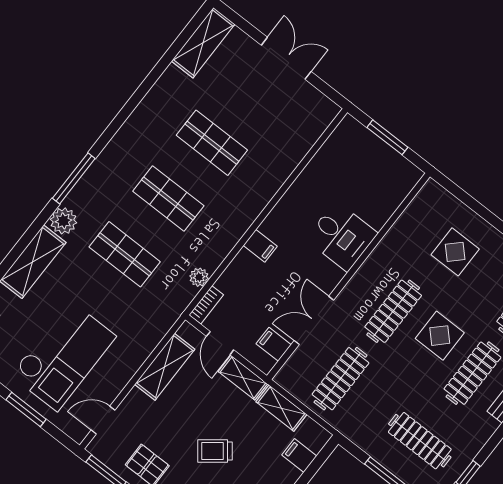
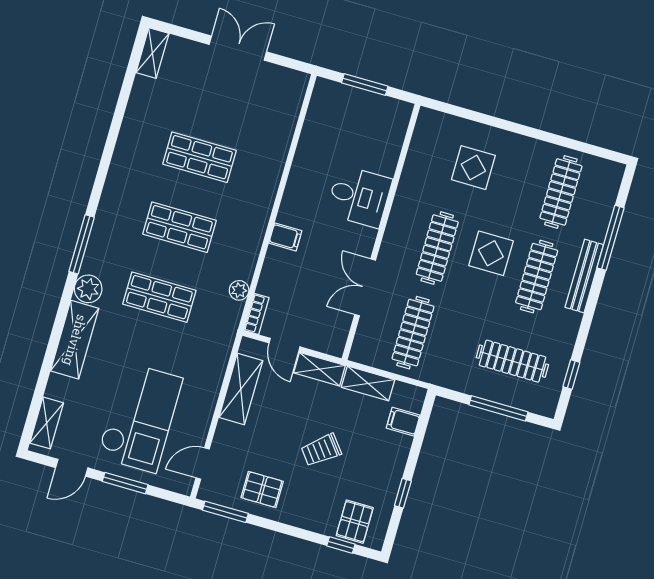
shelving: (203, 43) -> (152, 53), width x0.67, depth x0.75
filing cabinet: (274, 344) -> (336, 325), removed

